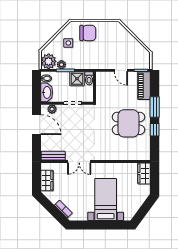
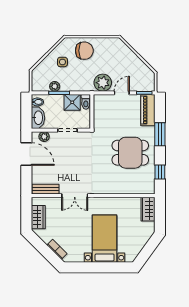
plant: (49, 61) -> (103, 83), moved
door: (121, 70) -> (122, 93), swing flipped
window: (155, 130) -> (160, 172), moved

